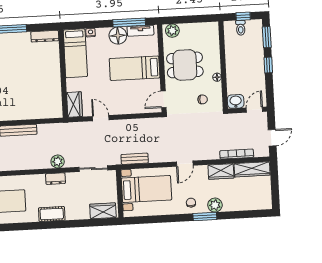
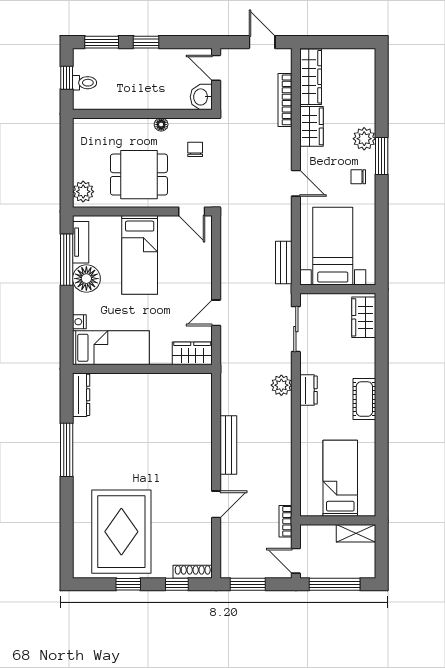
dining table: (185, 65) -> (139, 175), turned 90

